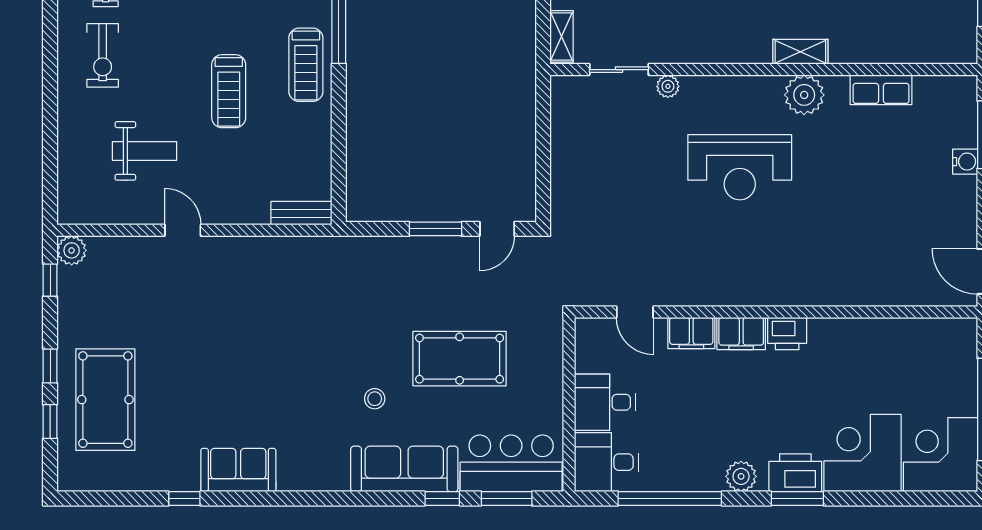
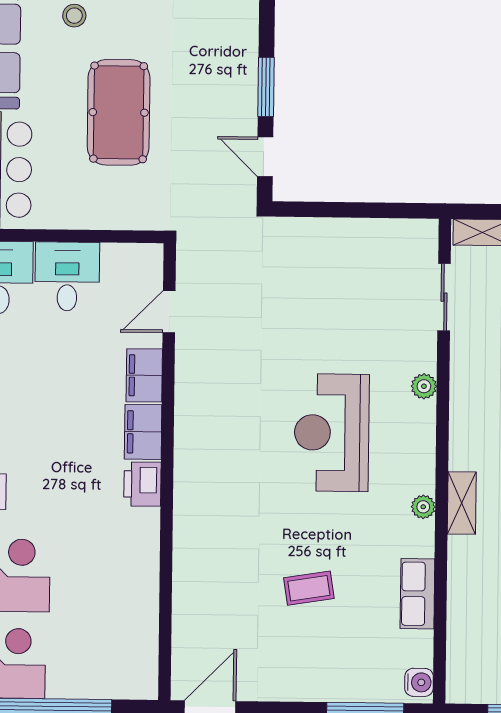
plant: (668, 86) -> (424, 386), moved
plant: (804, 95) -> (423, 507), width x0.53, depth x0.53
water cooler: (965, 162) -> (419, 682), moved, turned -90
coffee table: (877, 186) -> (309, 588), added

